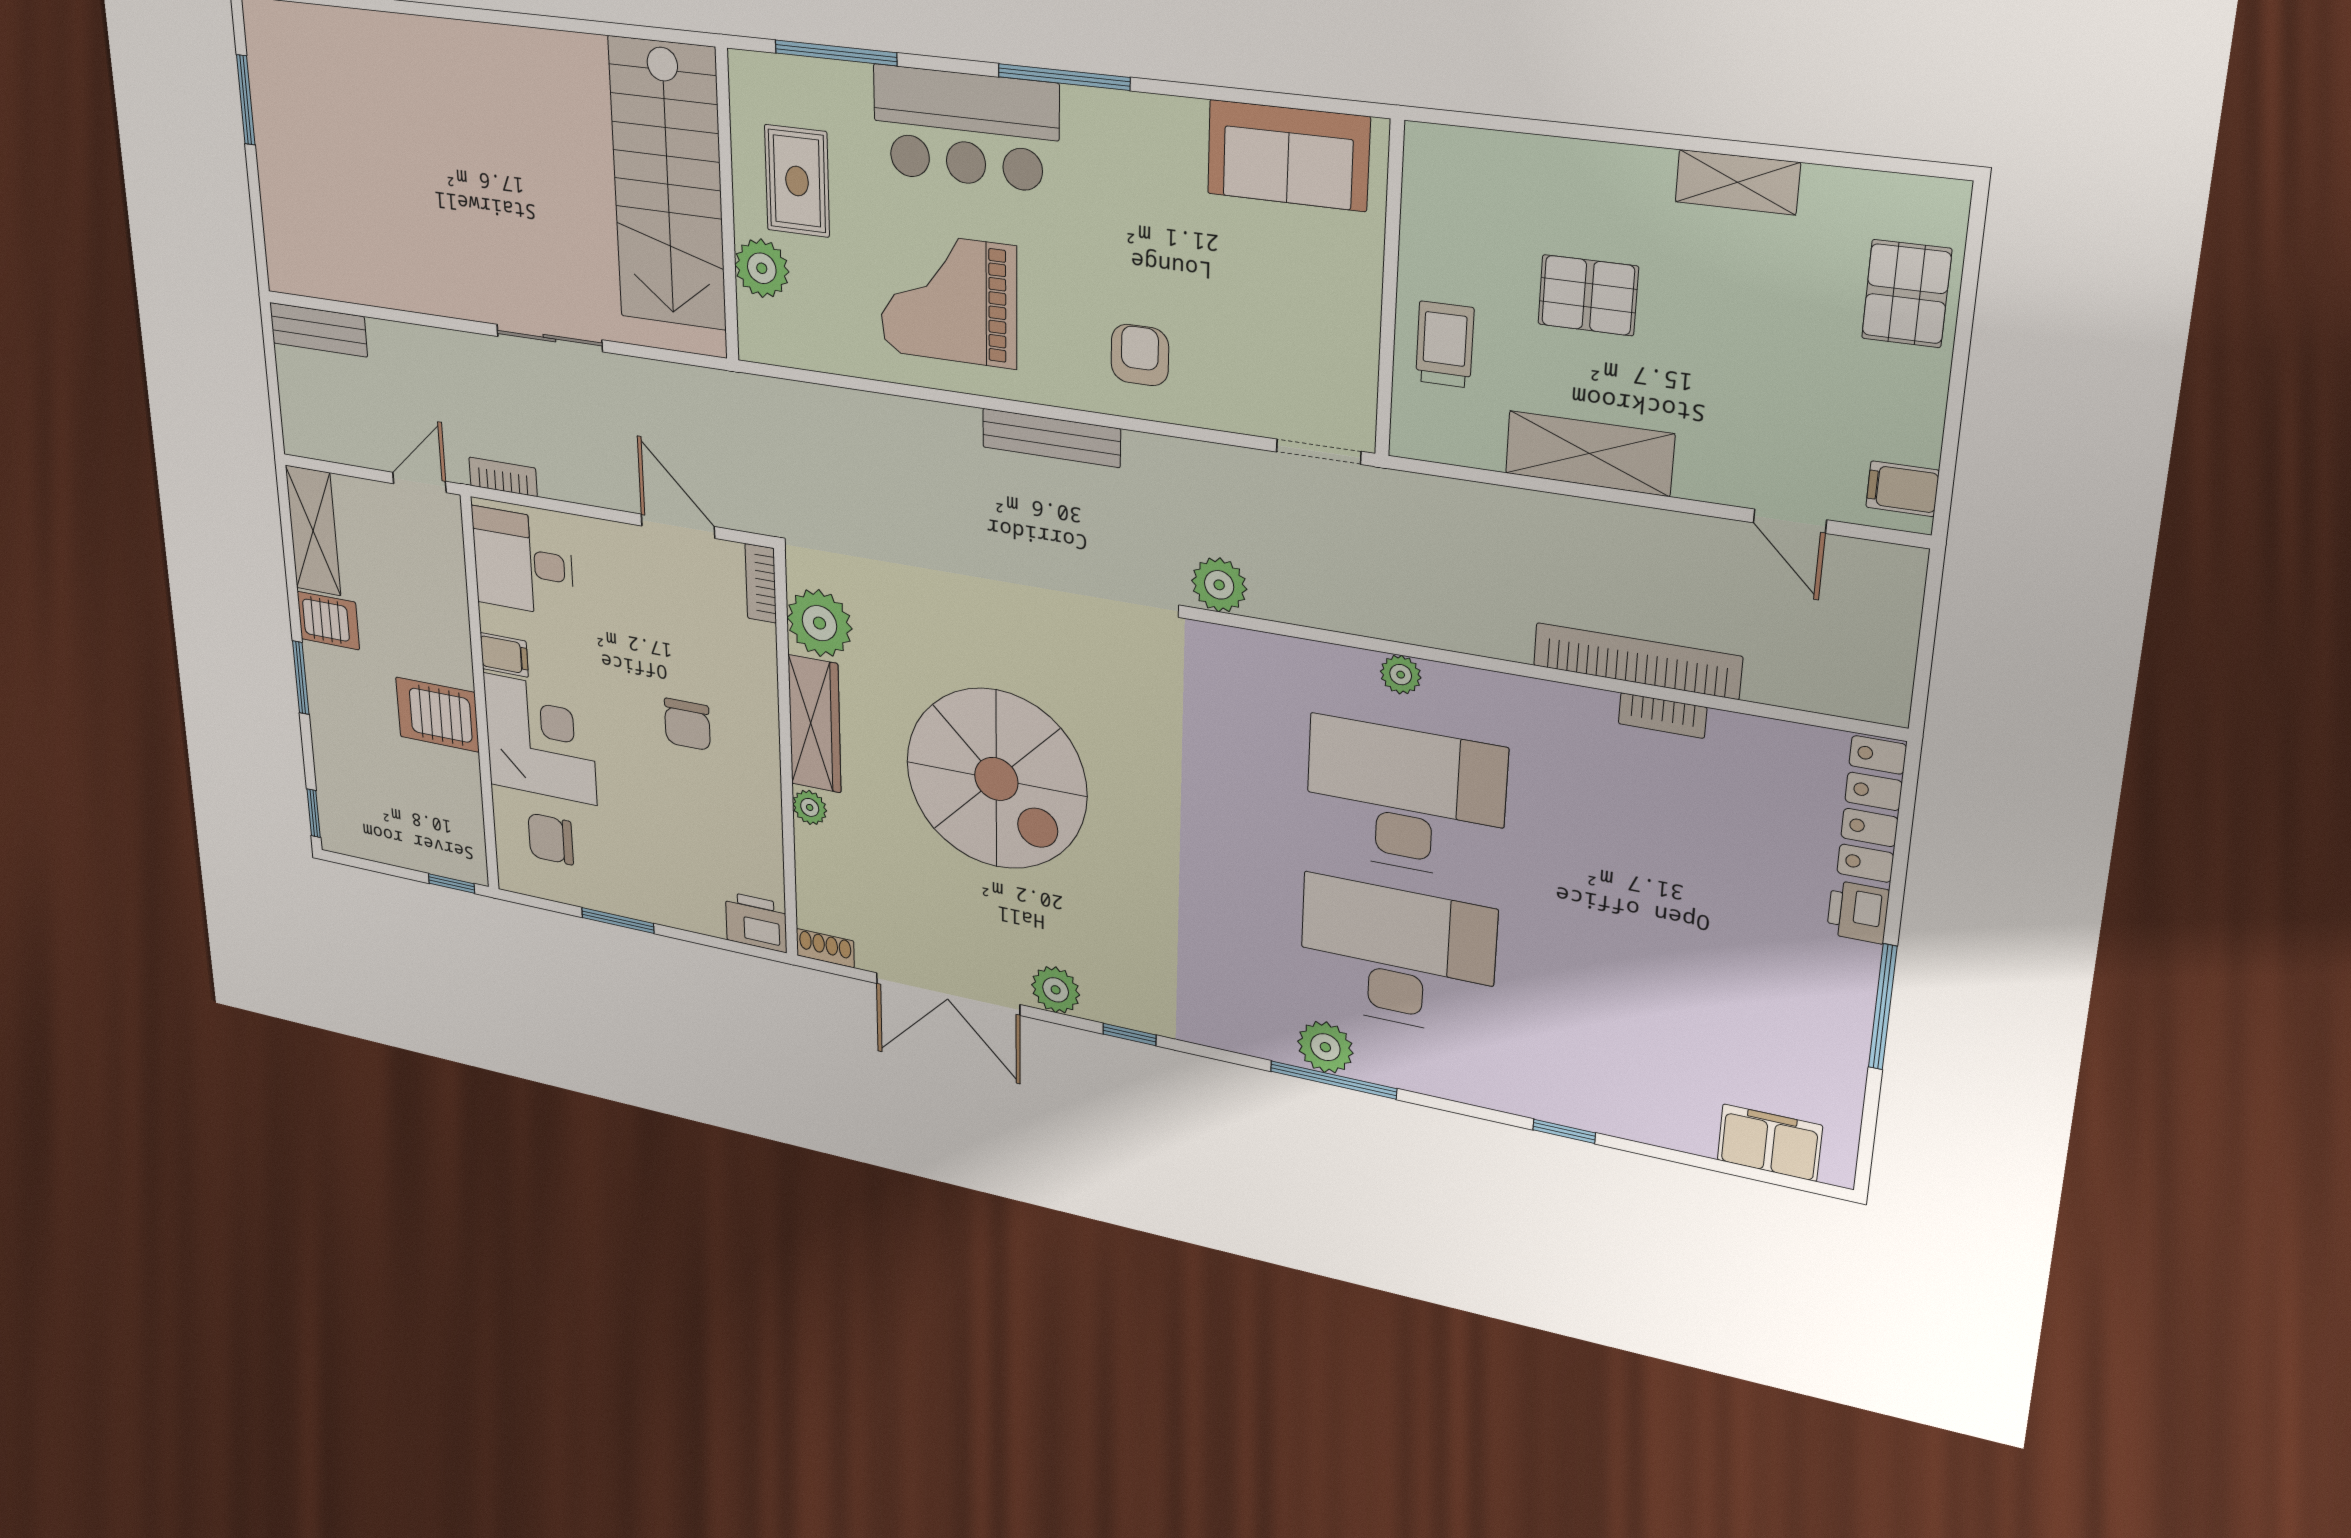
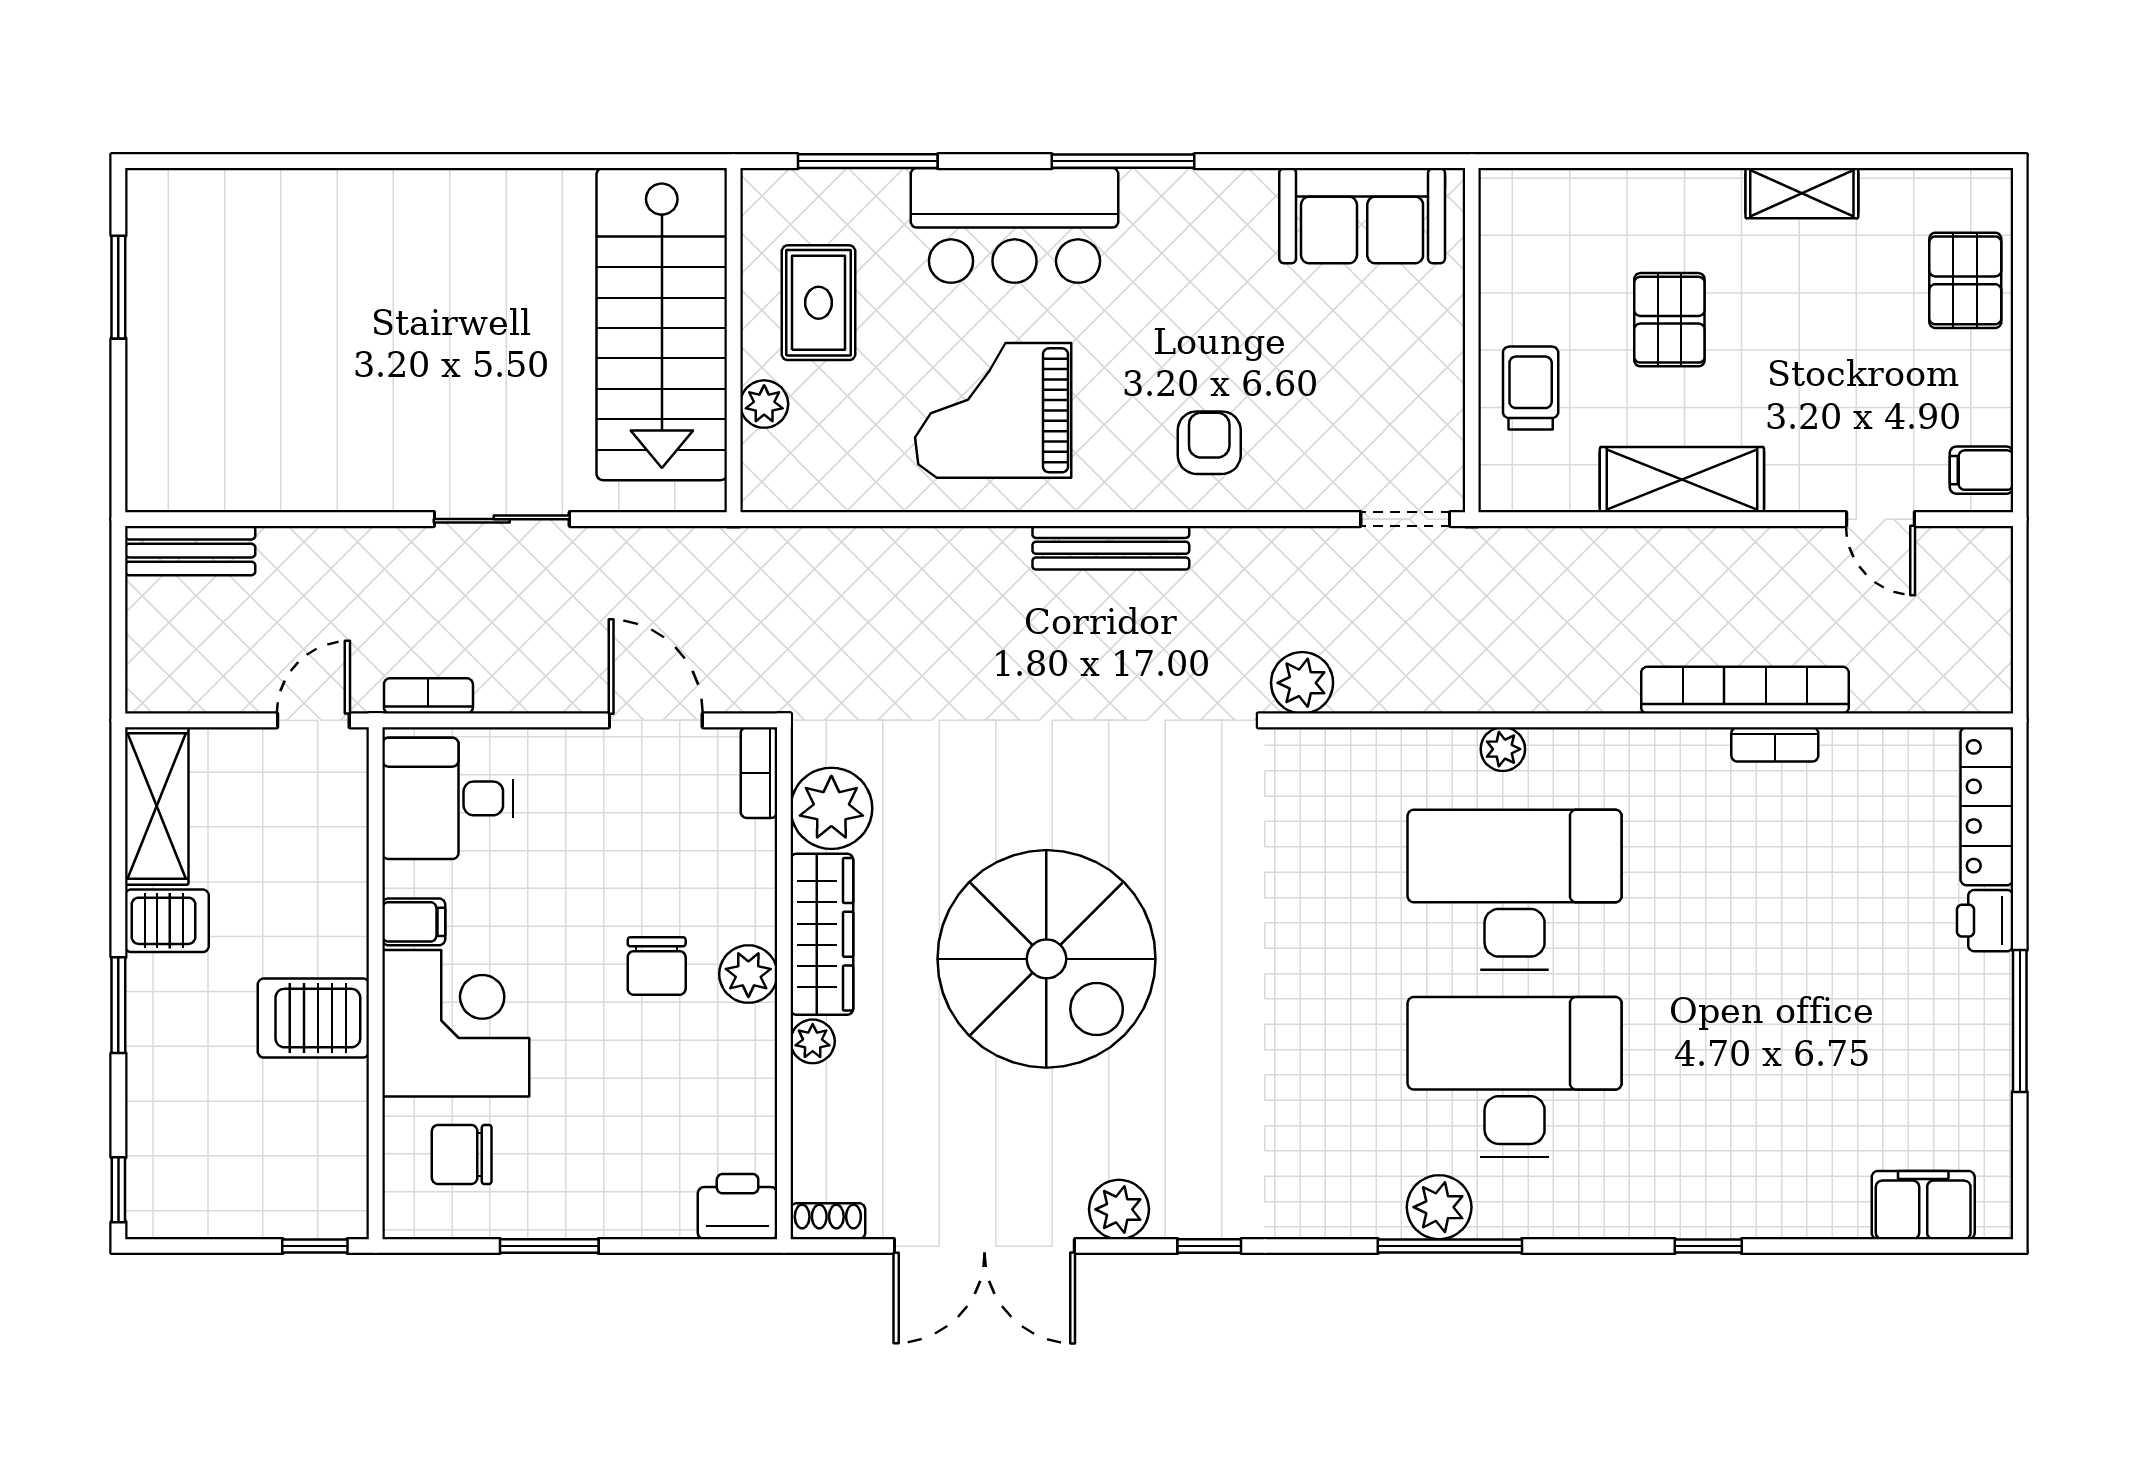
plant: (762, 268) -> (764, 404), width x0.73, depth x0.73
pallet: (1588, 295) -> (1669, 320), turned 90
plant: (758, 744) -> (748, 974), added

